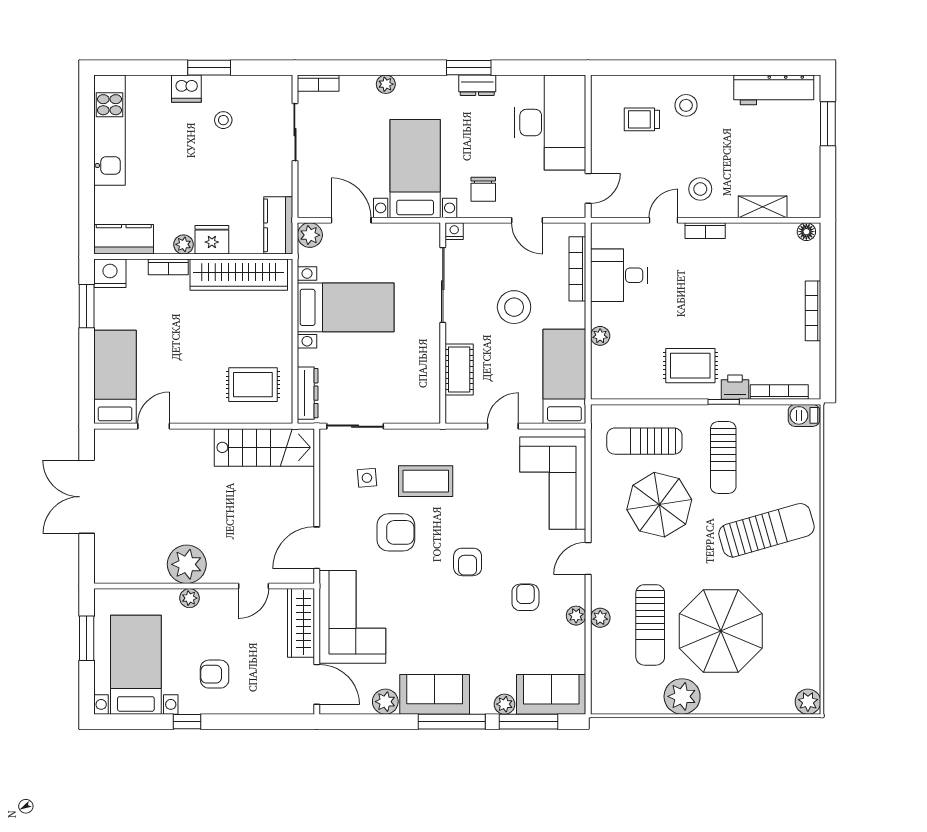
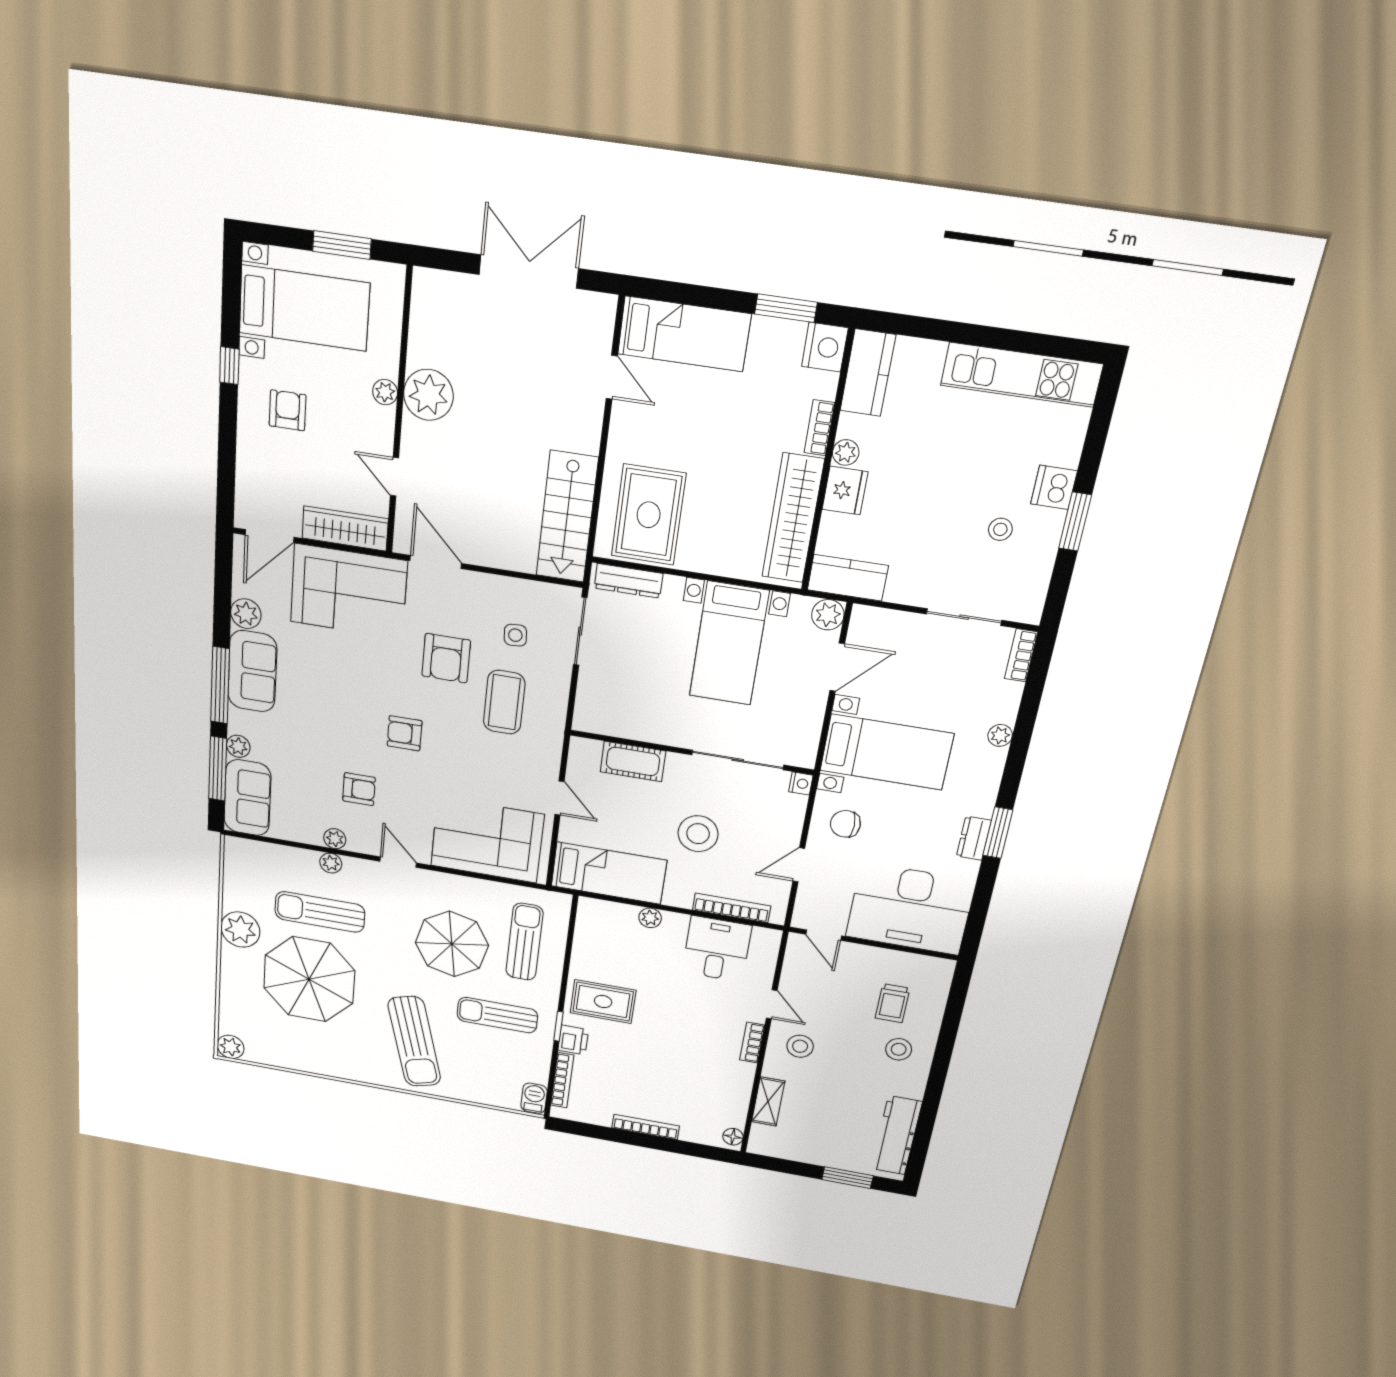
trolley: (642, 119) -> (892, 1003), turned 180
rug: (690, 366) -> (603, 1002), turned 90
rug: (253, 385) -> (649, 515), width x1.36, depth x1.43

